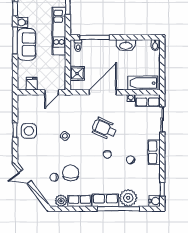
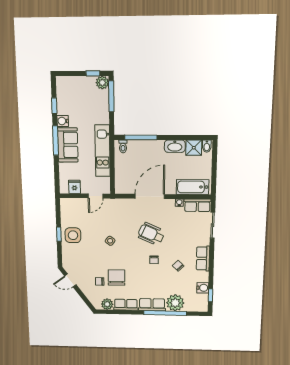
kitchen unit: (59, 31) -> (102, 151), moved
shower: (77, 73) -> (194, 148), moved
water cooler: (155, 201) -> (203, 288), moved

